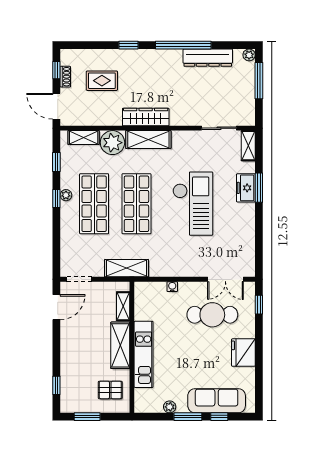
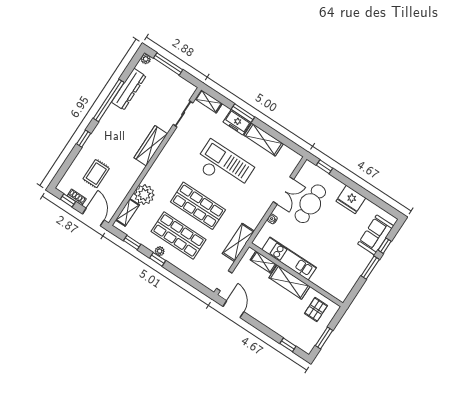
door: (56, 106) -> (93, 217), swing flipped
wardrobe: (146, 117) -> (151, 146), moved
shelving: (148, 139) -> (264, 139), moved, turned 90
double door: (225, 279) -> (283, 191), moved
kitchen unit: (144, 354) -> (289, 259), moved
sofa: (217, 401) -> (376, 235), width x0.73
plant: (170, 407) -> (355, 276), removed

